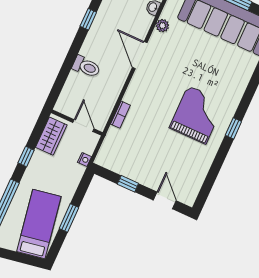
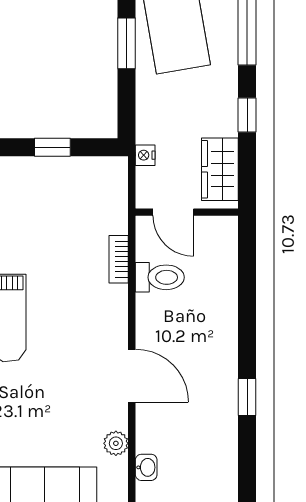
toilet: (86, 67) -> (160, 277), moved, turned 180

